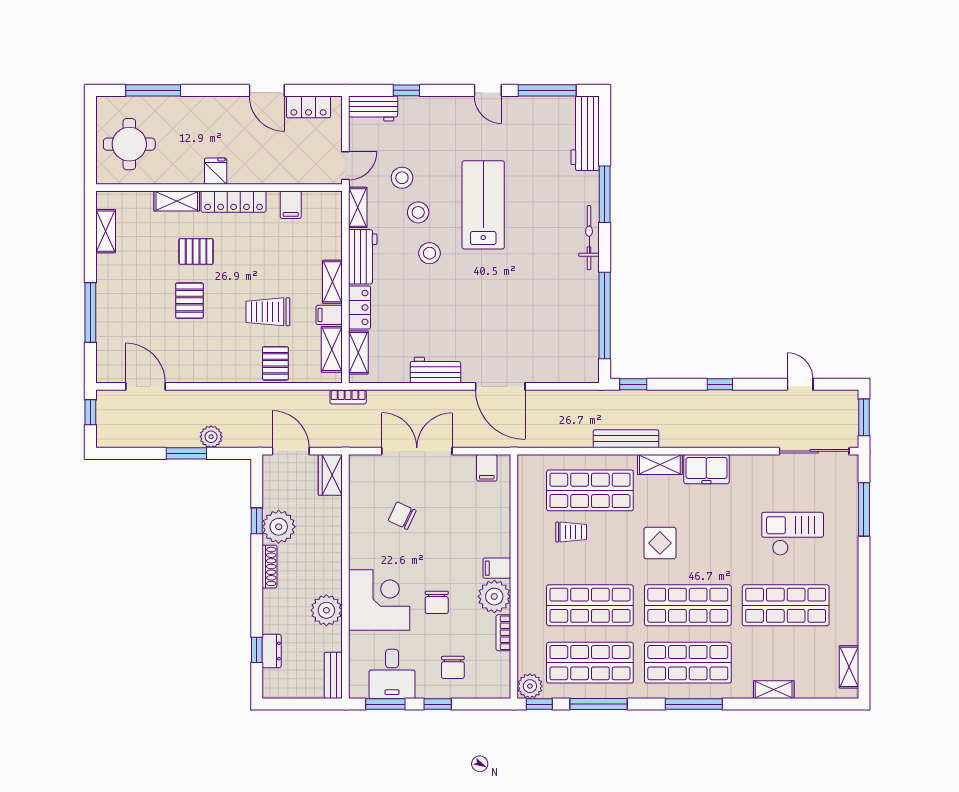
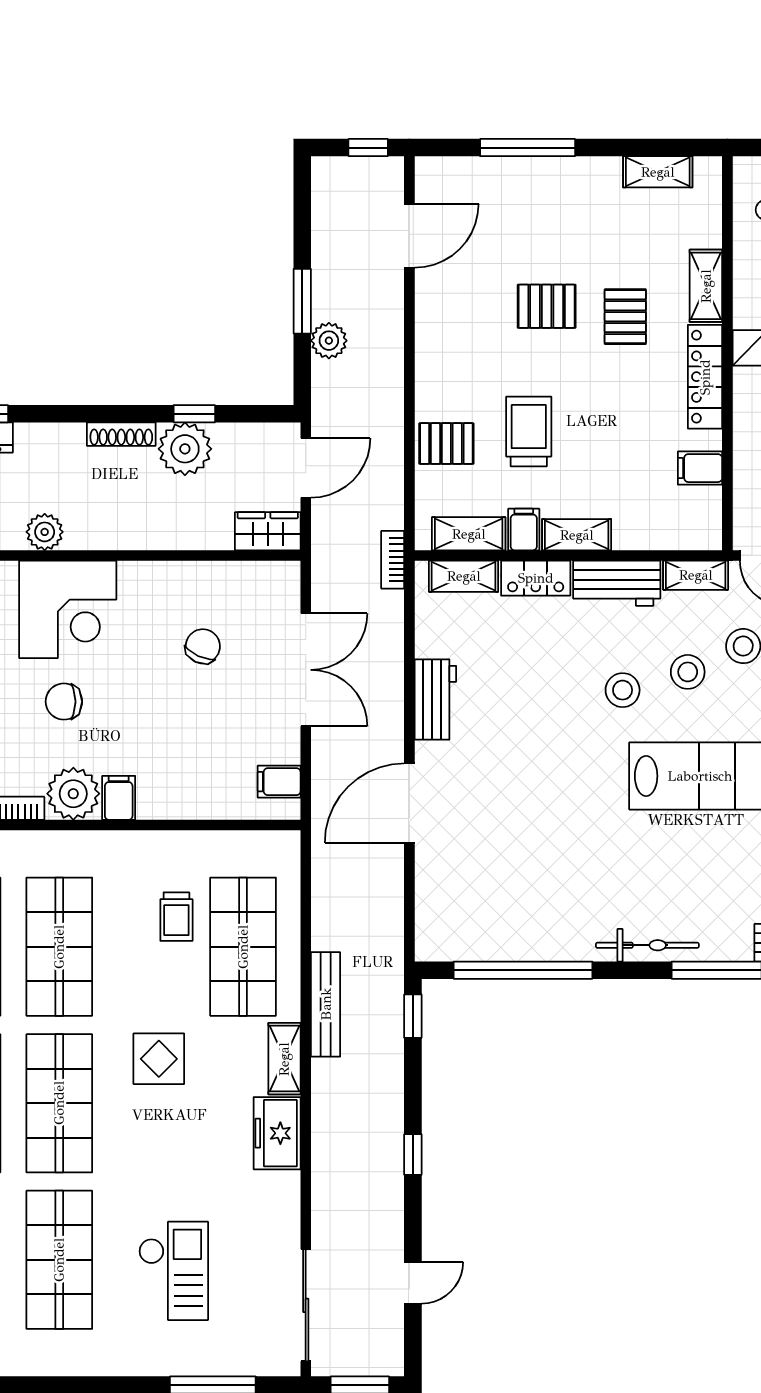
plant: (326, 610) -> (45, 532), width x0.73, depth x0.73

